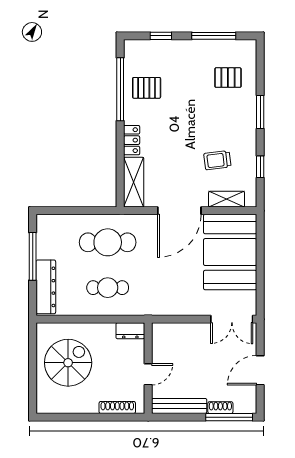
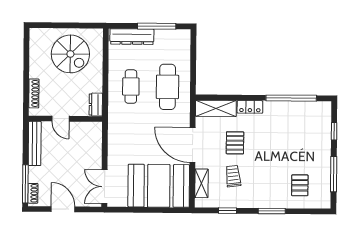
pallet: (147, 88) -> (235, 143), moved
shoe rack: (220, 408) -> (33, 193), moved

